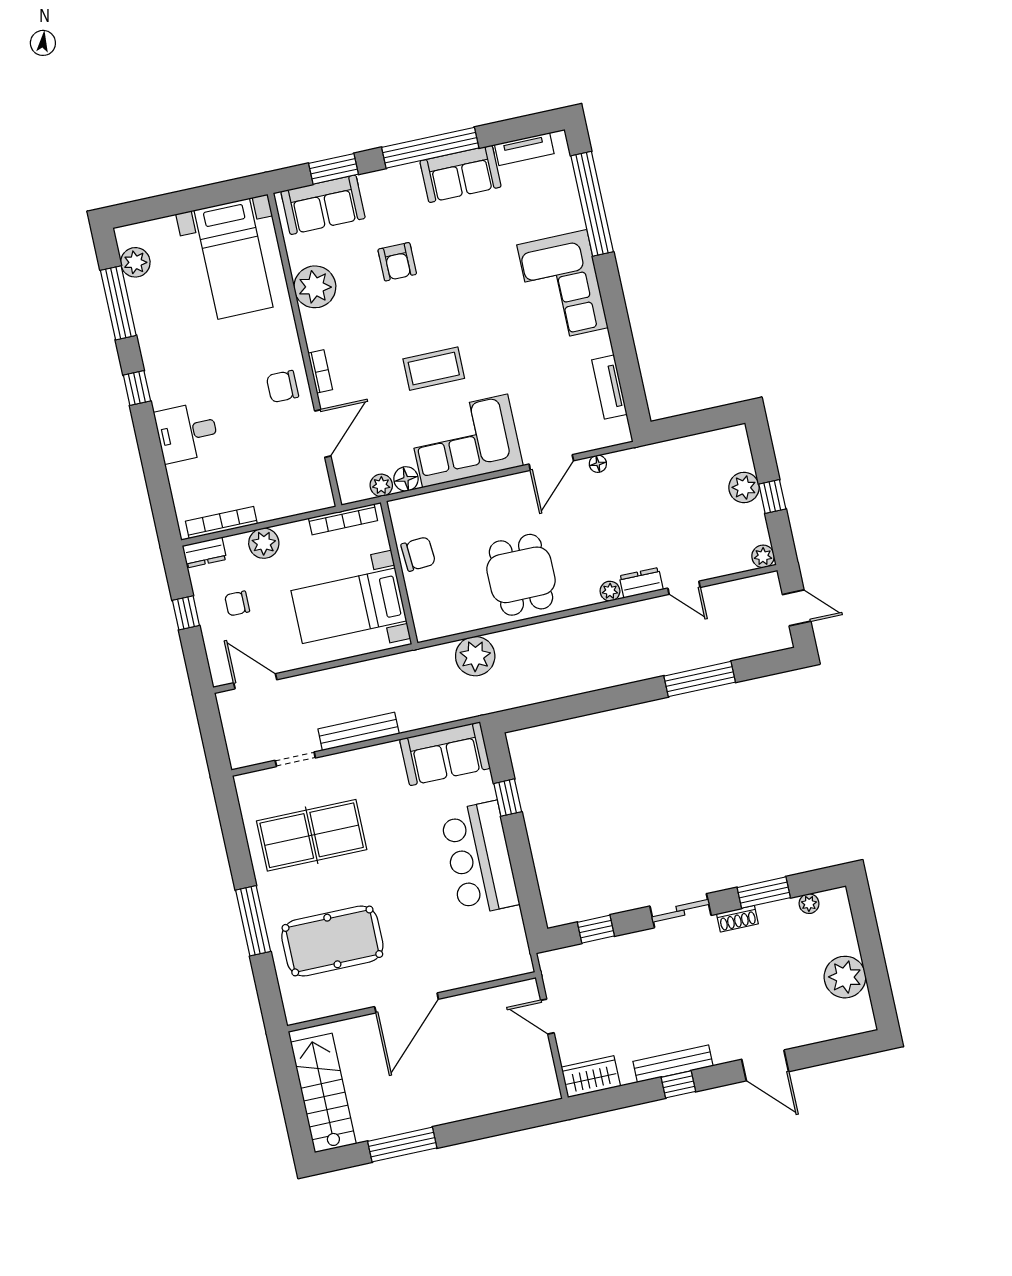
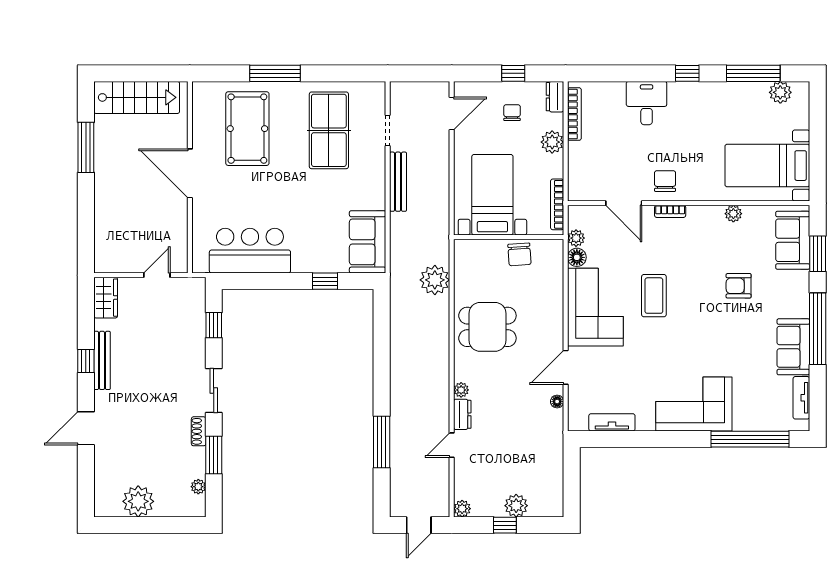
plant: (315, 287) -> (733, 214), width x0.53, depth x0.53
door: (551, 462) -> (566, 367), hinge flipped
bar counter: (480, 858) -> (250, 251), moved

